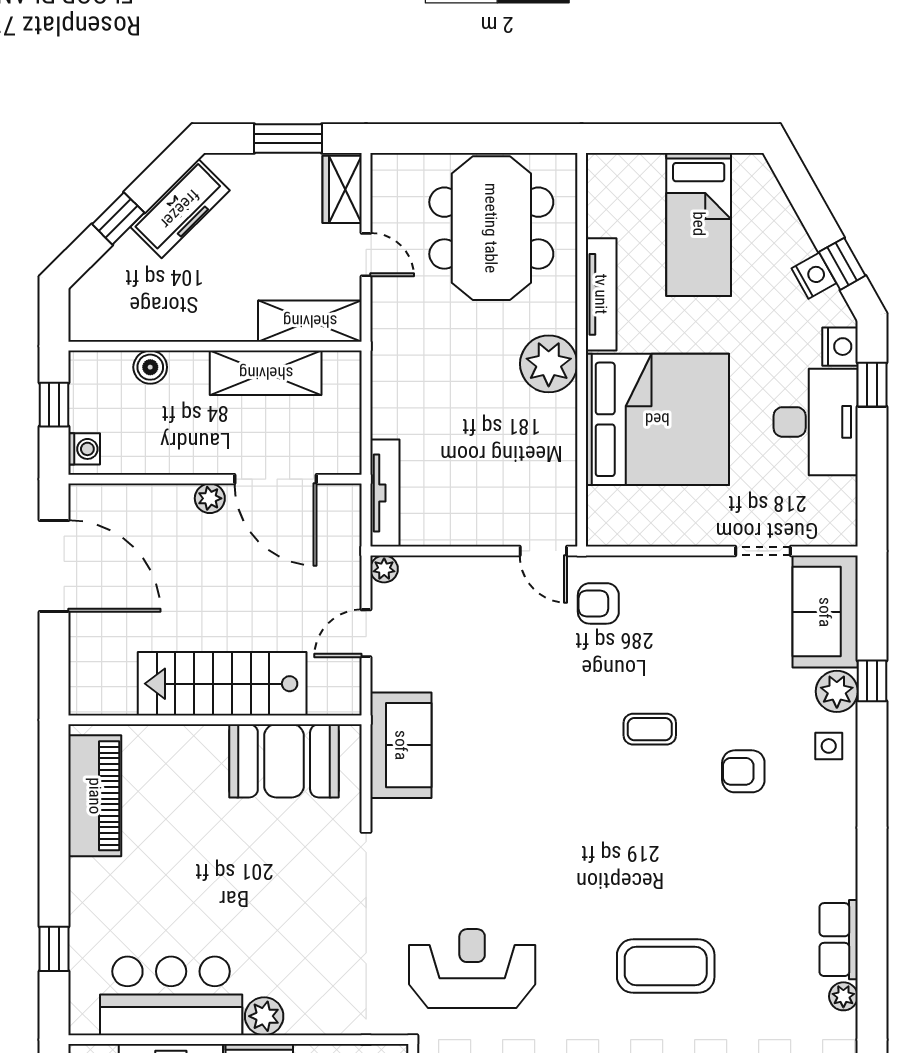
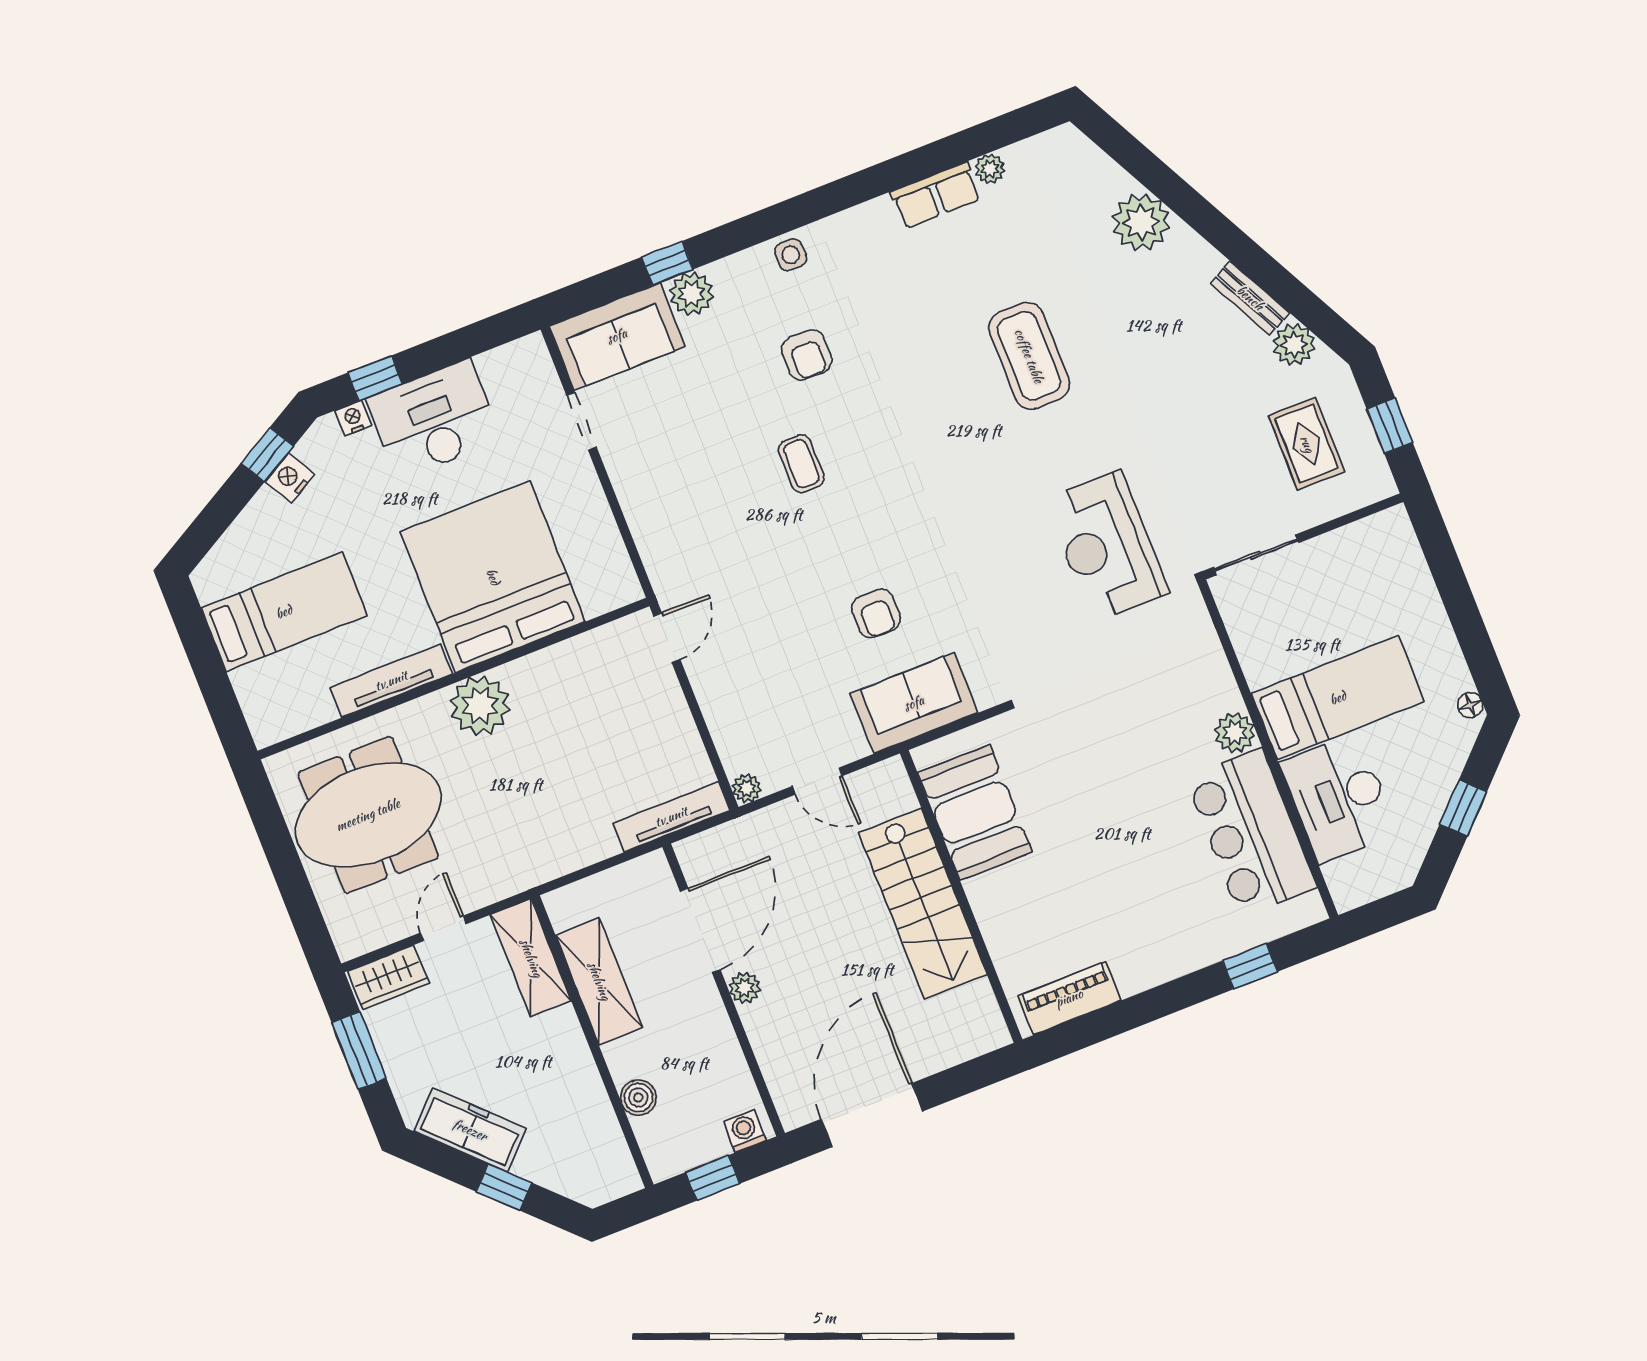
nightstand: (840, 347) -> (353, 418), width x0.72, depth x0.74
armchair: (598, 603) -> (876, 613), moved
side table: (829, 746) -> (791, 255), moved
piano: (95, 796) -> (1069, 998), width x0.73, depth x0.75

